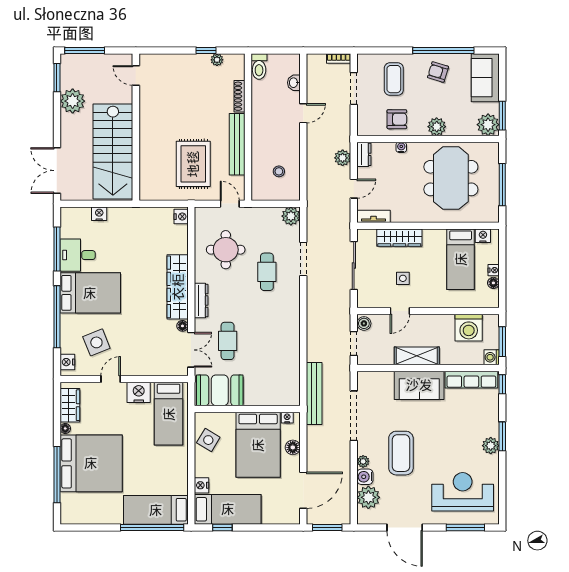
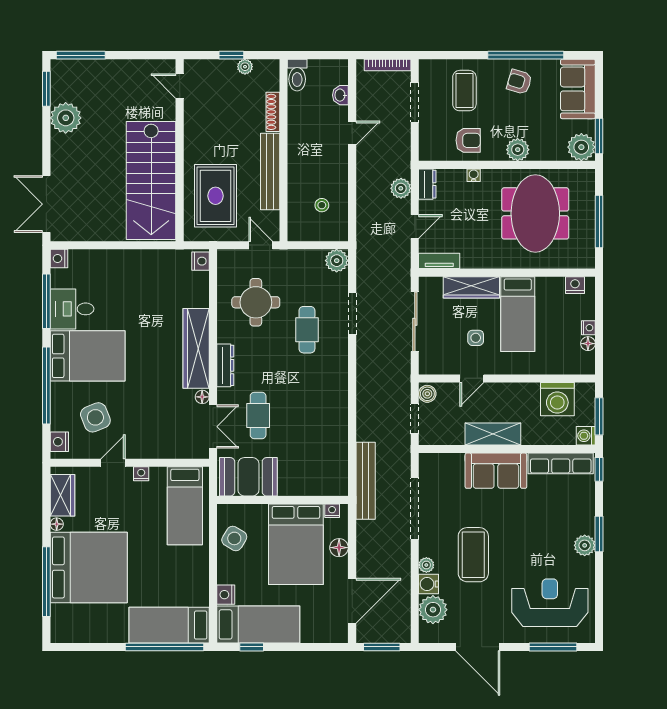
bookcase: (339, 58) -> (388, 65), width x1.56
door: (136, 75) -> (180, 86), moved
wall: (136, 127) -> (180, 150), moved
stairs: (113, 152) -> (151, 181), moved
nightstand: (99, 214) -> (59, 258), moved, turned -90
bed: (461, 259) -> (518, 314), moved
nightstand: (139, 392) -> (141, 474), width x0.53, depth x0.56

